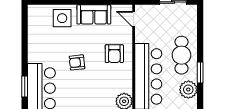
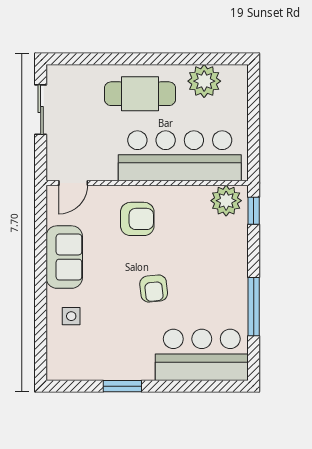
side table: (62, 18) -> (71, 316), width x0.54, depth x0.54
window: (200, 72) -> (172, 59), removed
window: (25, 86) -> (122, 386), moved

